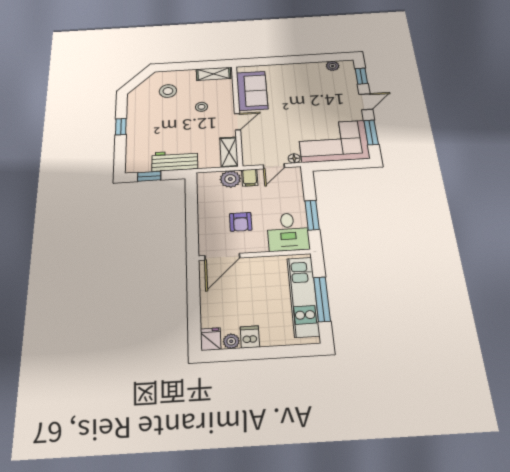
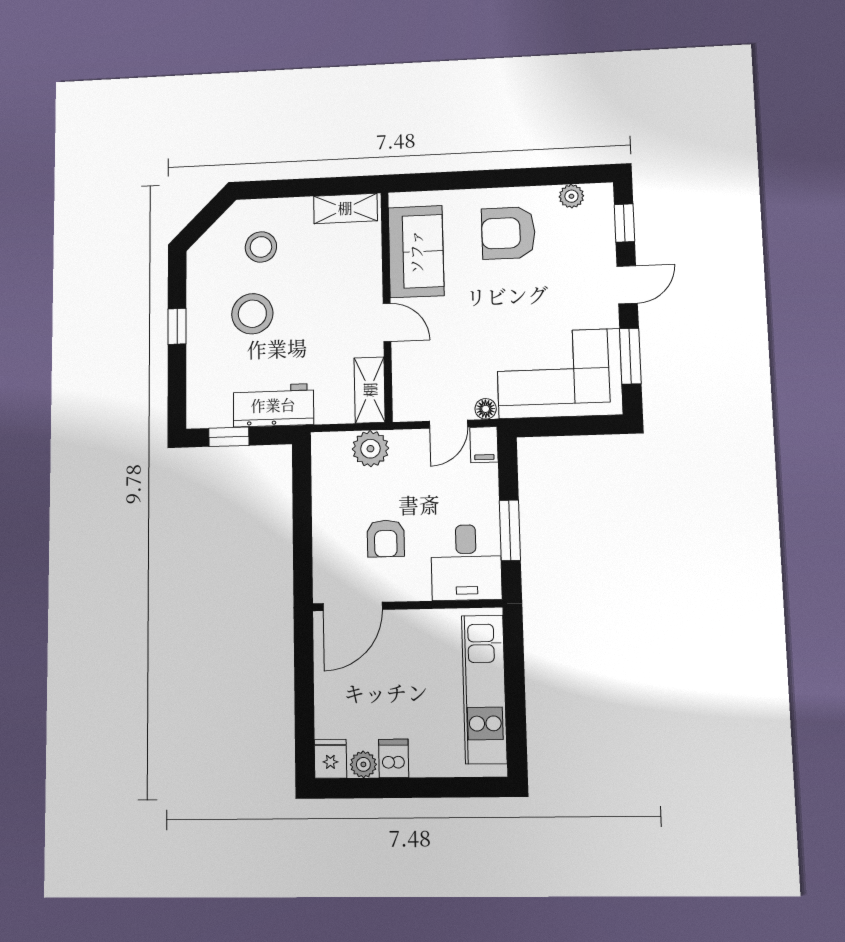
armchair: (301, 82) -> (508, 233), added
stool: (201, 107) -> (252, 314), moved, width x1.89, depth x1.89
door: (237, 122) -> (387, 322), hinge flipped
filing cabinet: (250, 178) -> (484, 445), moved
window: (322, 299) -> (515, 696), removed

